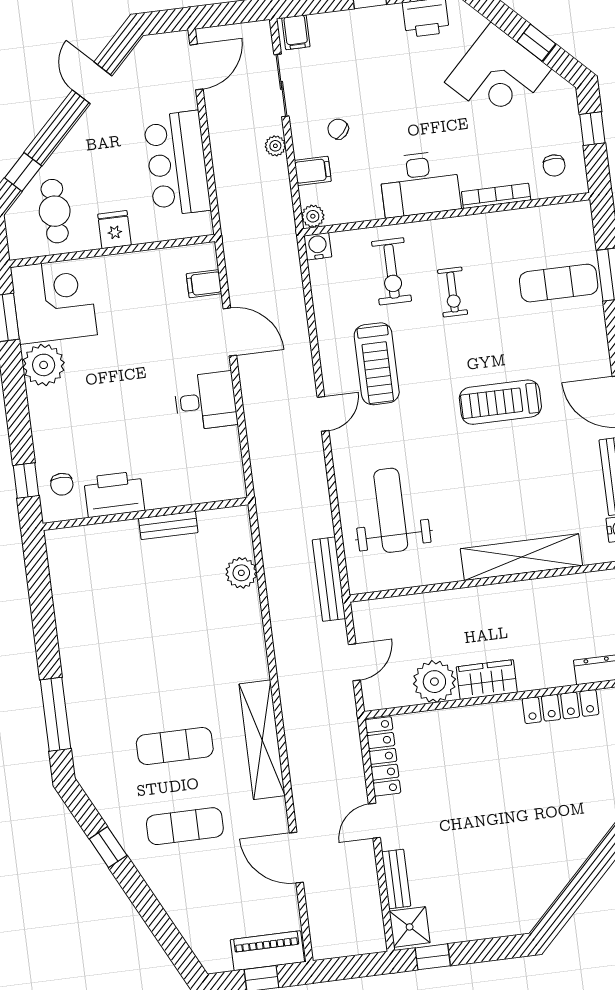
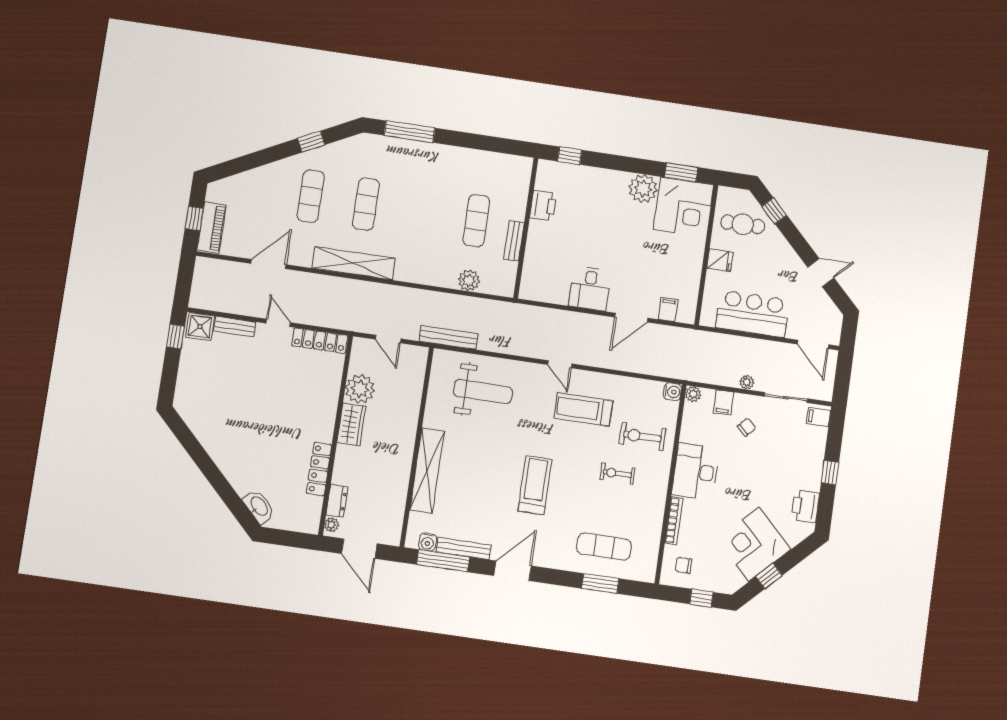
exercise mat: (559, 283) -> (604, 547), turned 90
chair: (62, 484) -> (561, 178), removed
printer: (114, 494) -> (543, 205), width x0.73, depth x0.84
exercise mat: (155, 586) -> (476, 221), added

